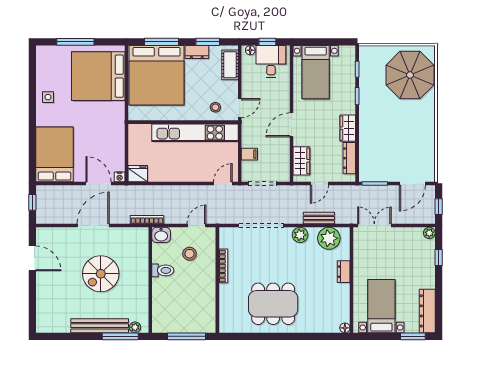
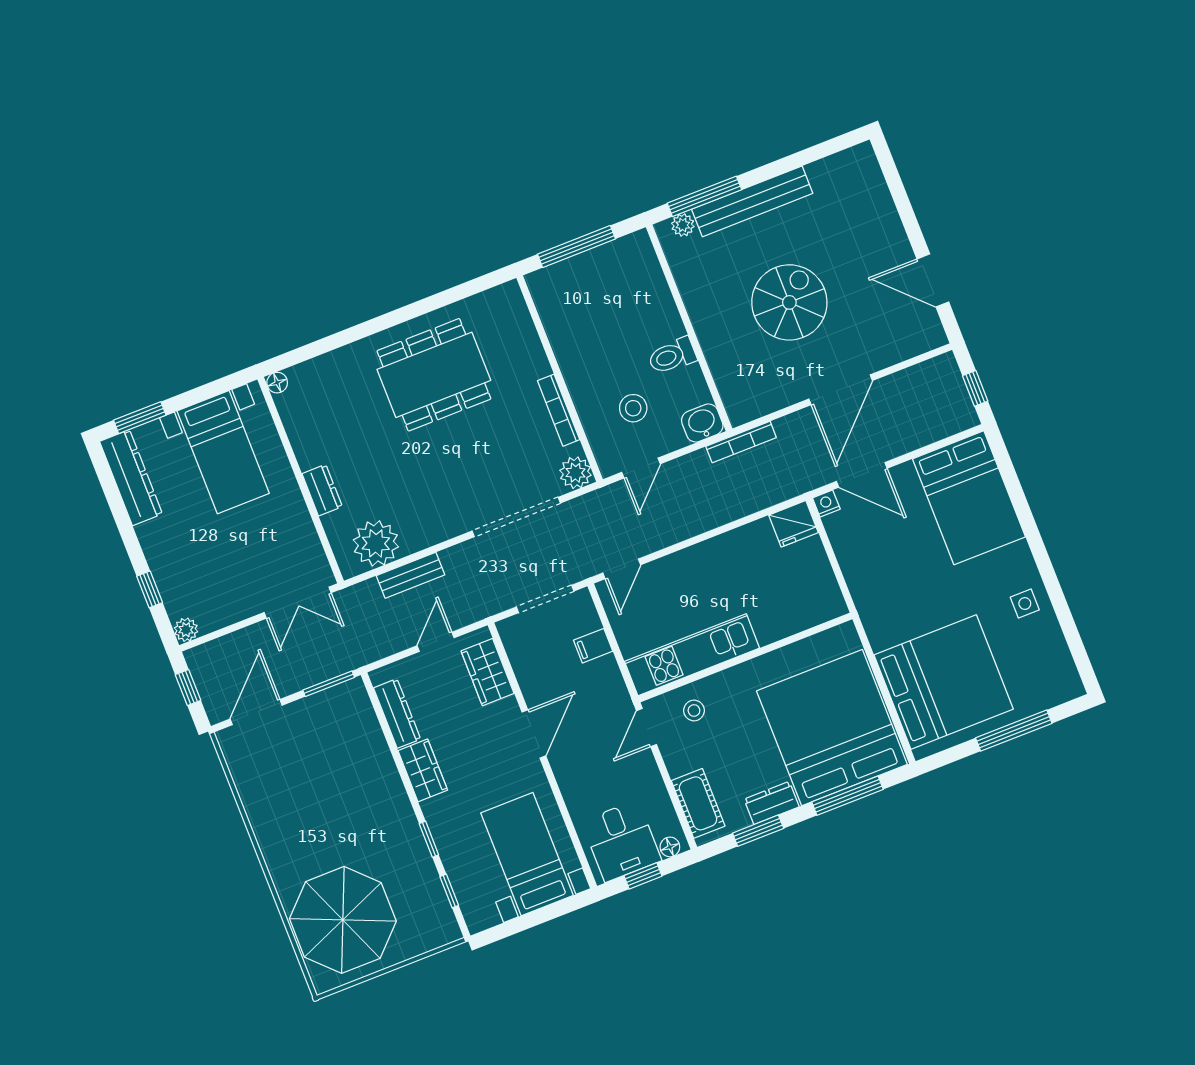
kitchen unit: (195, 133) -> (692, 655), width x0.73
plant: (300, 235) -> (575, 473), moved

